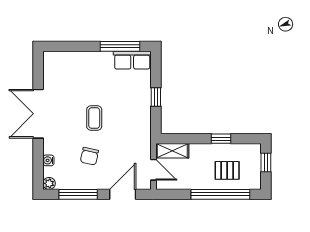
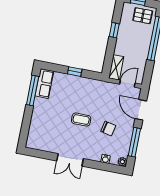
double door: (38, 114) -> (70, 160), width x0.73
pallet: (227, 170) -> (143, 16), moved, turned 90

